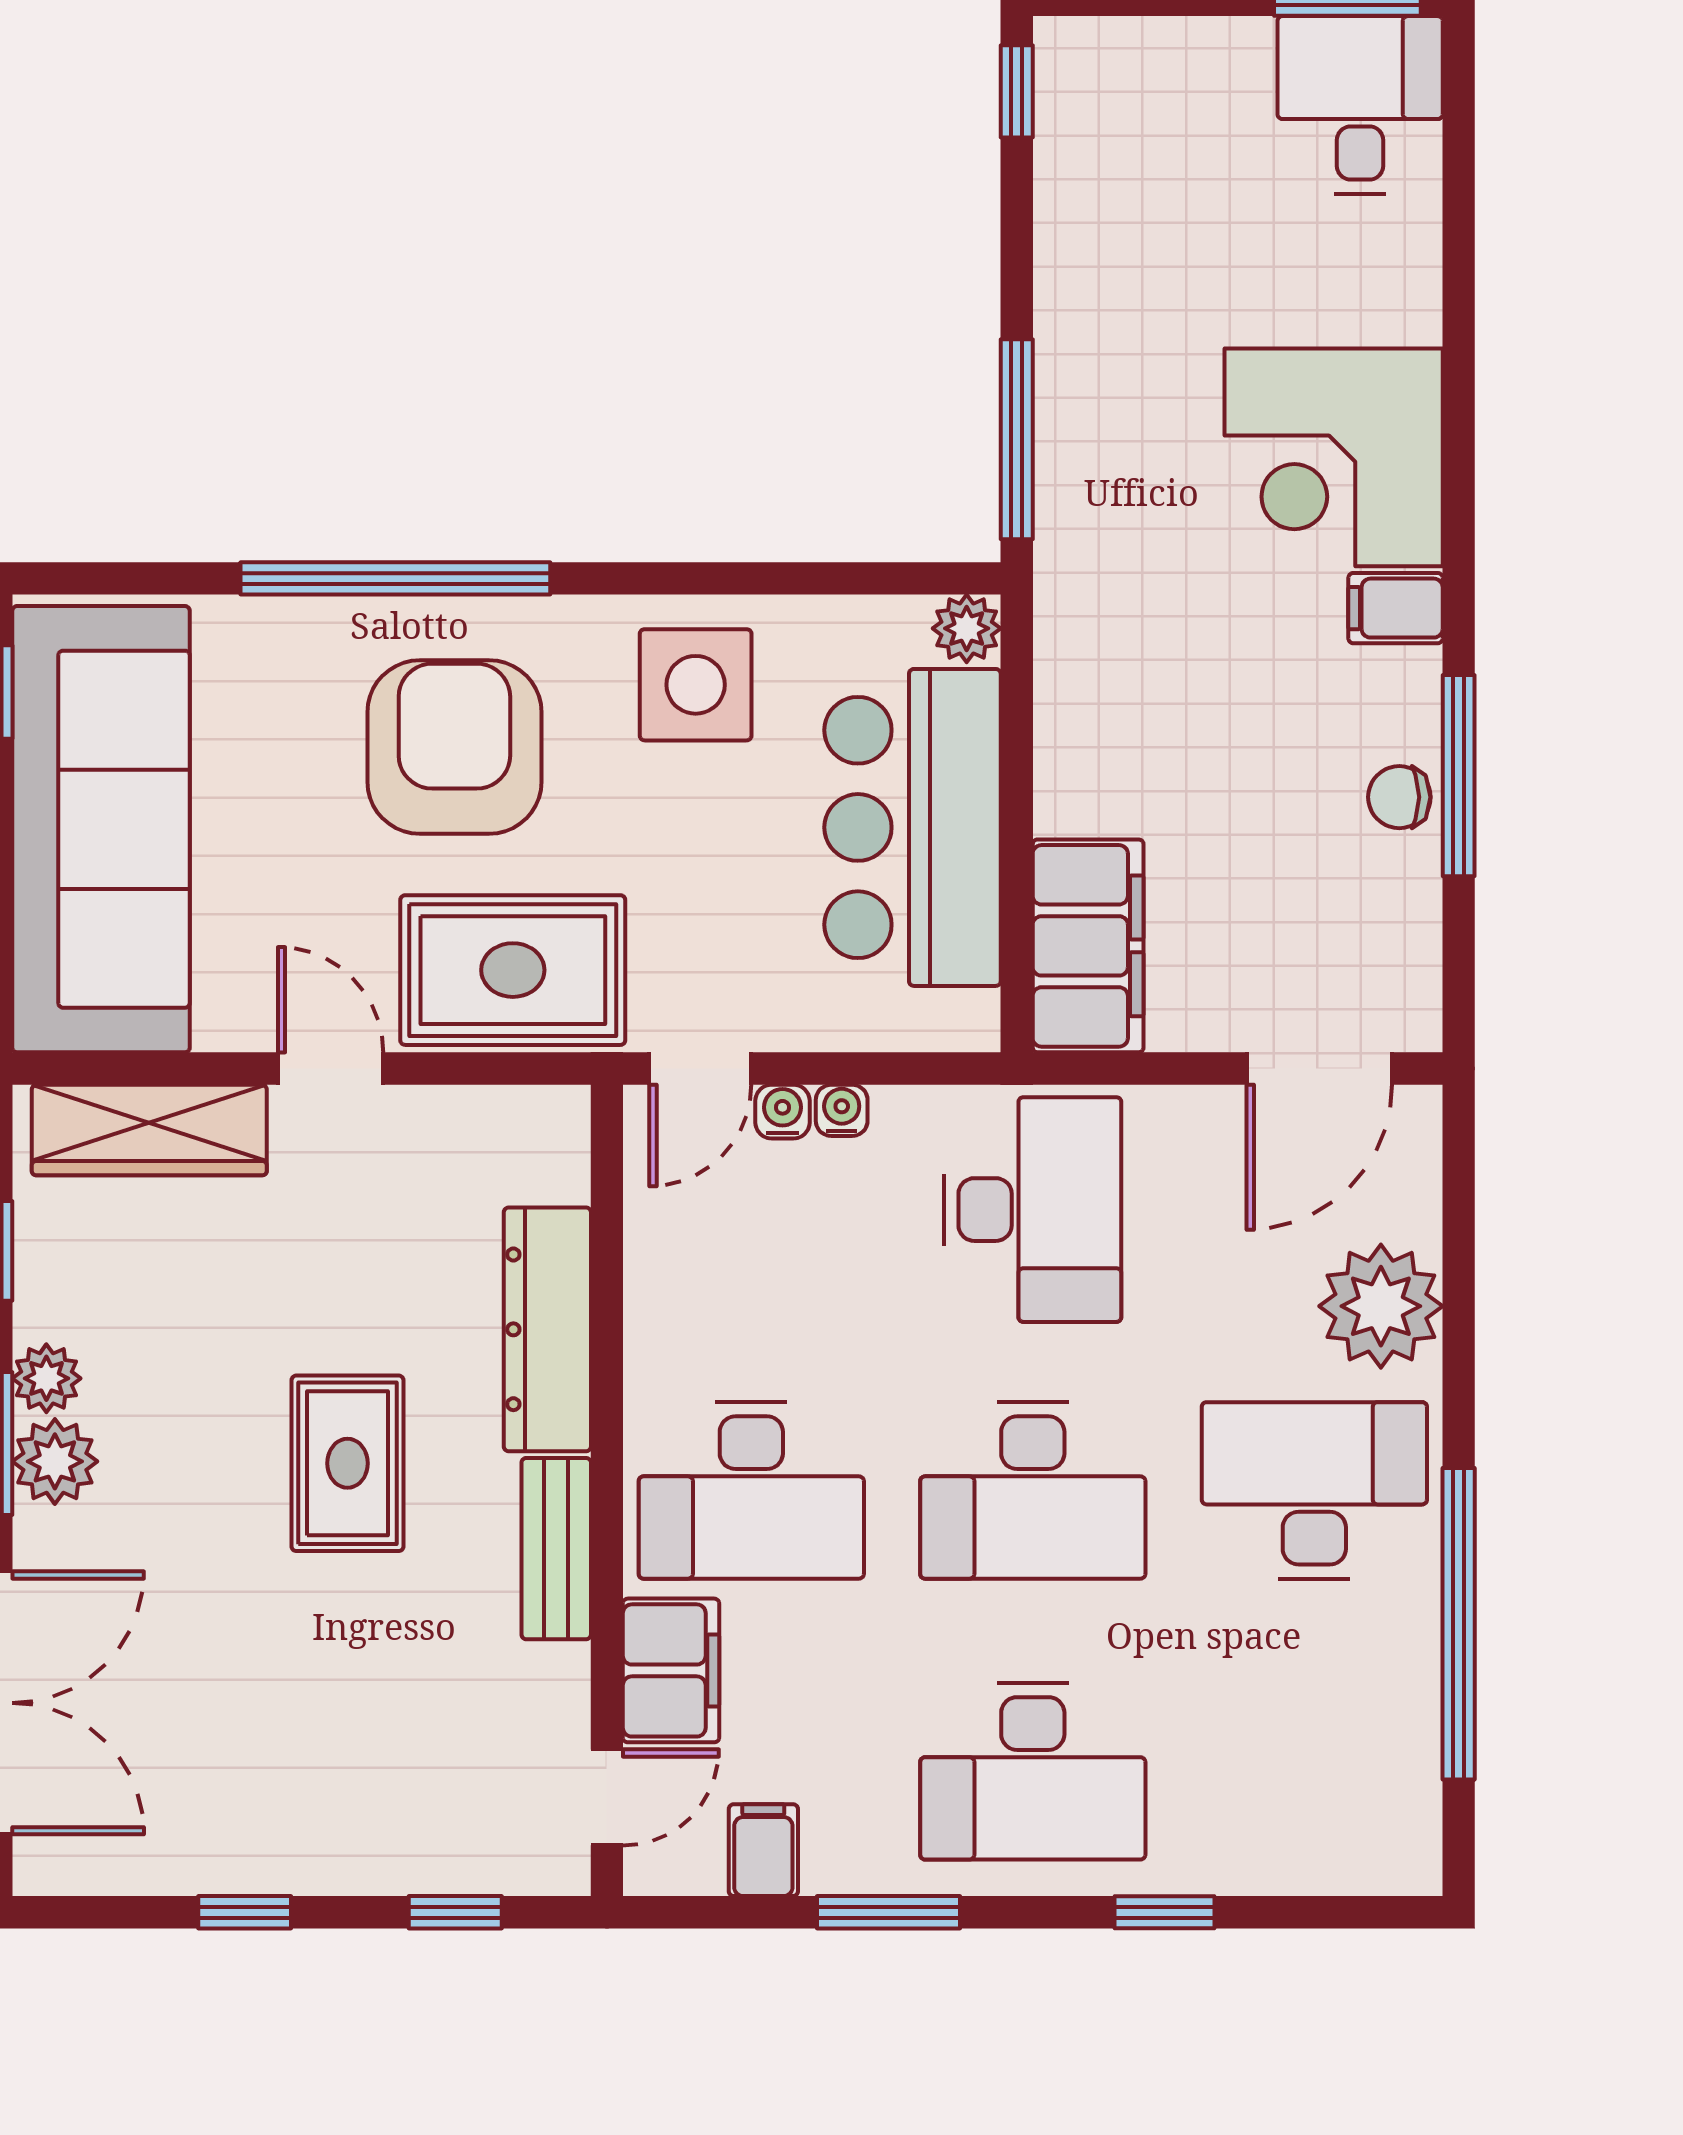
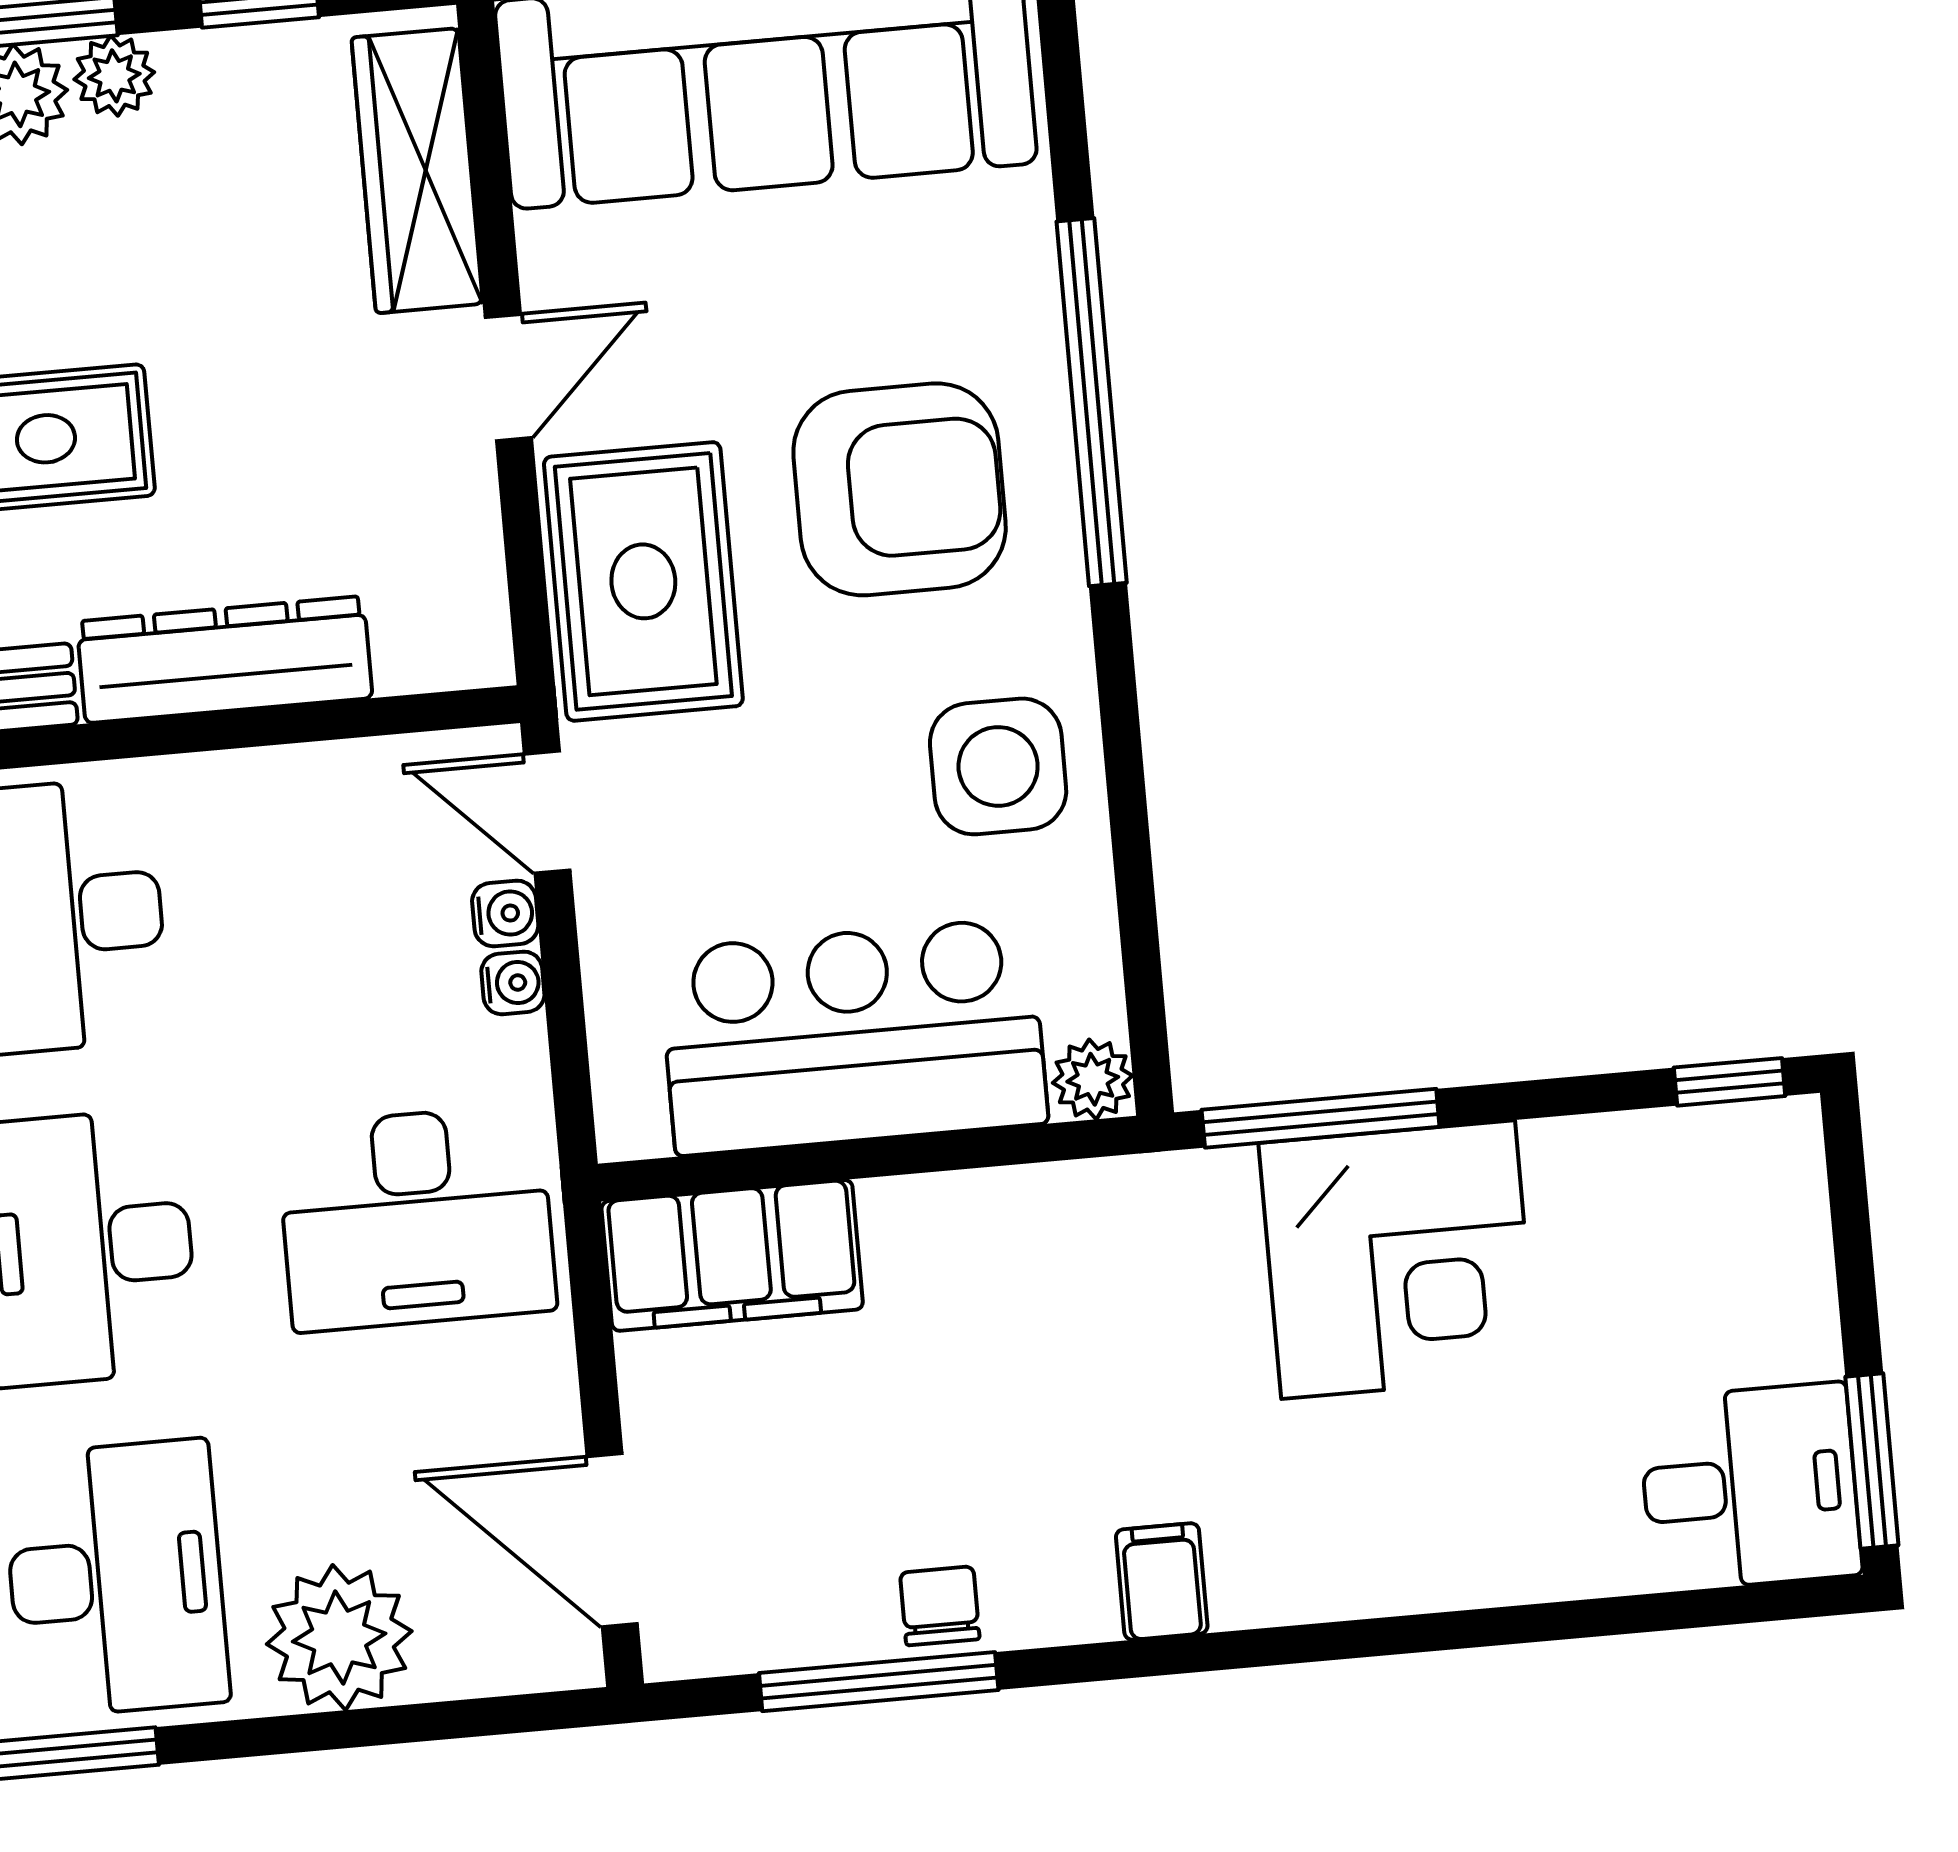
corner desk: (1334, 457) -> (1398, 1260), moved, turned 180
window: (1459, 776) -> (879, 1682), moved

